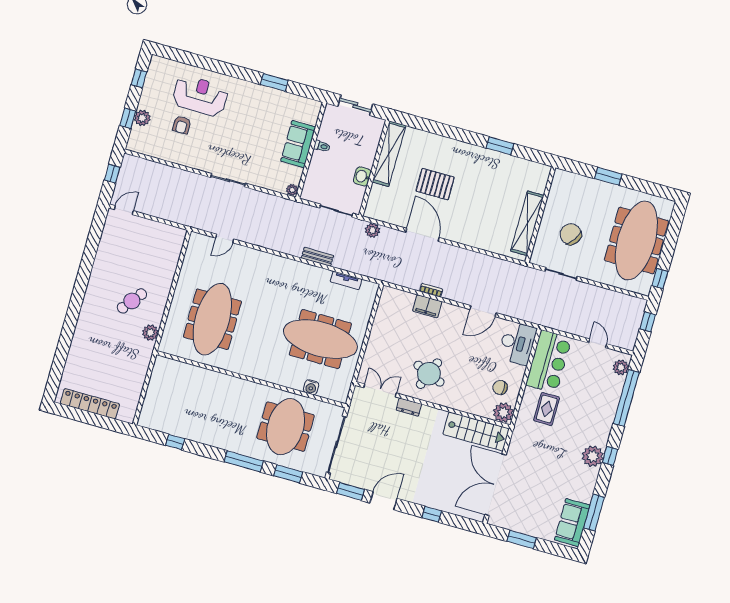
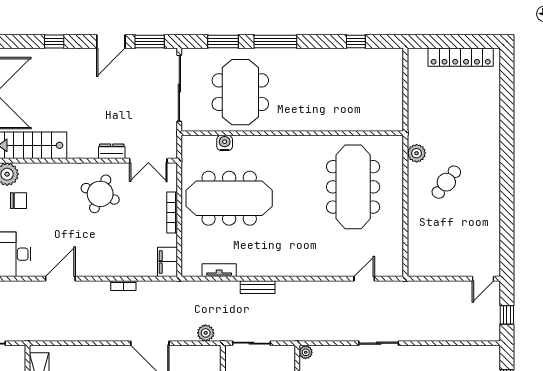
filing cabinet: (427, 306) -> (168, 262), moved, turned -90
bookcase: (372, 341) -> (172, 213), added

